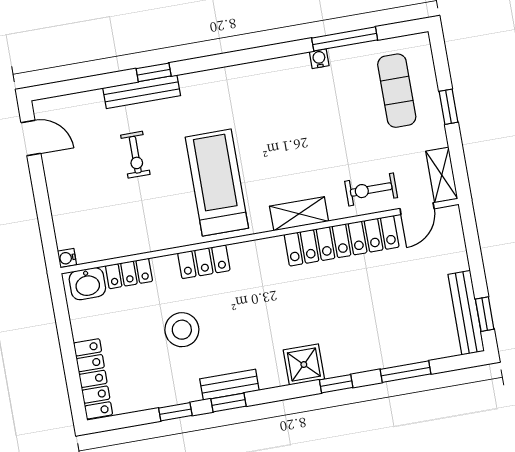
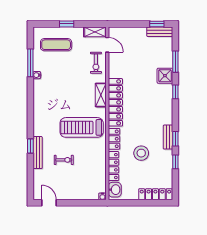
door: (31, 138) -> (49, 203), hinge flipped
locker: (342, 241) -> (115, 102), moved
locker: (129, 273) -> (114, 166), width x1.53
bench: (466, 313) -> (160, 32), width x0.73
shower: (304, 365) -> (165, 76), moved

